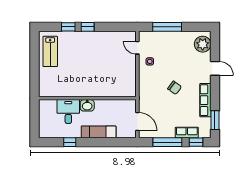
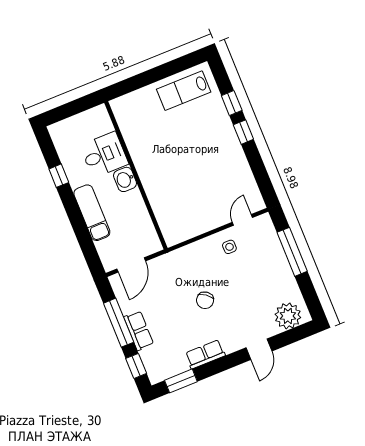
row of seats: (205, 100) -> (205, 354), width x0.68
row of seats: (187, 133) -> (139, 331), moved

